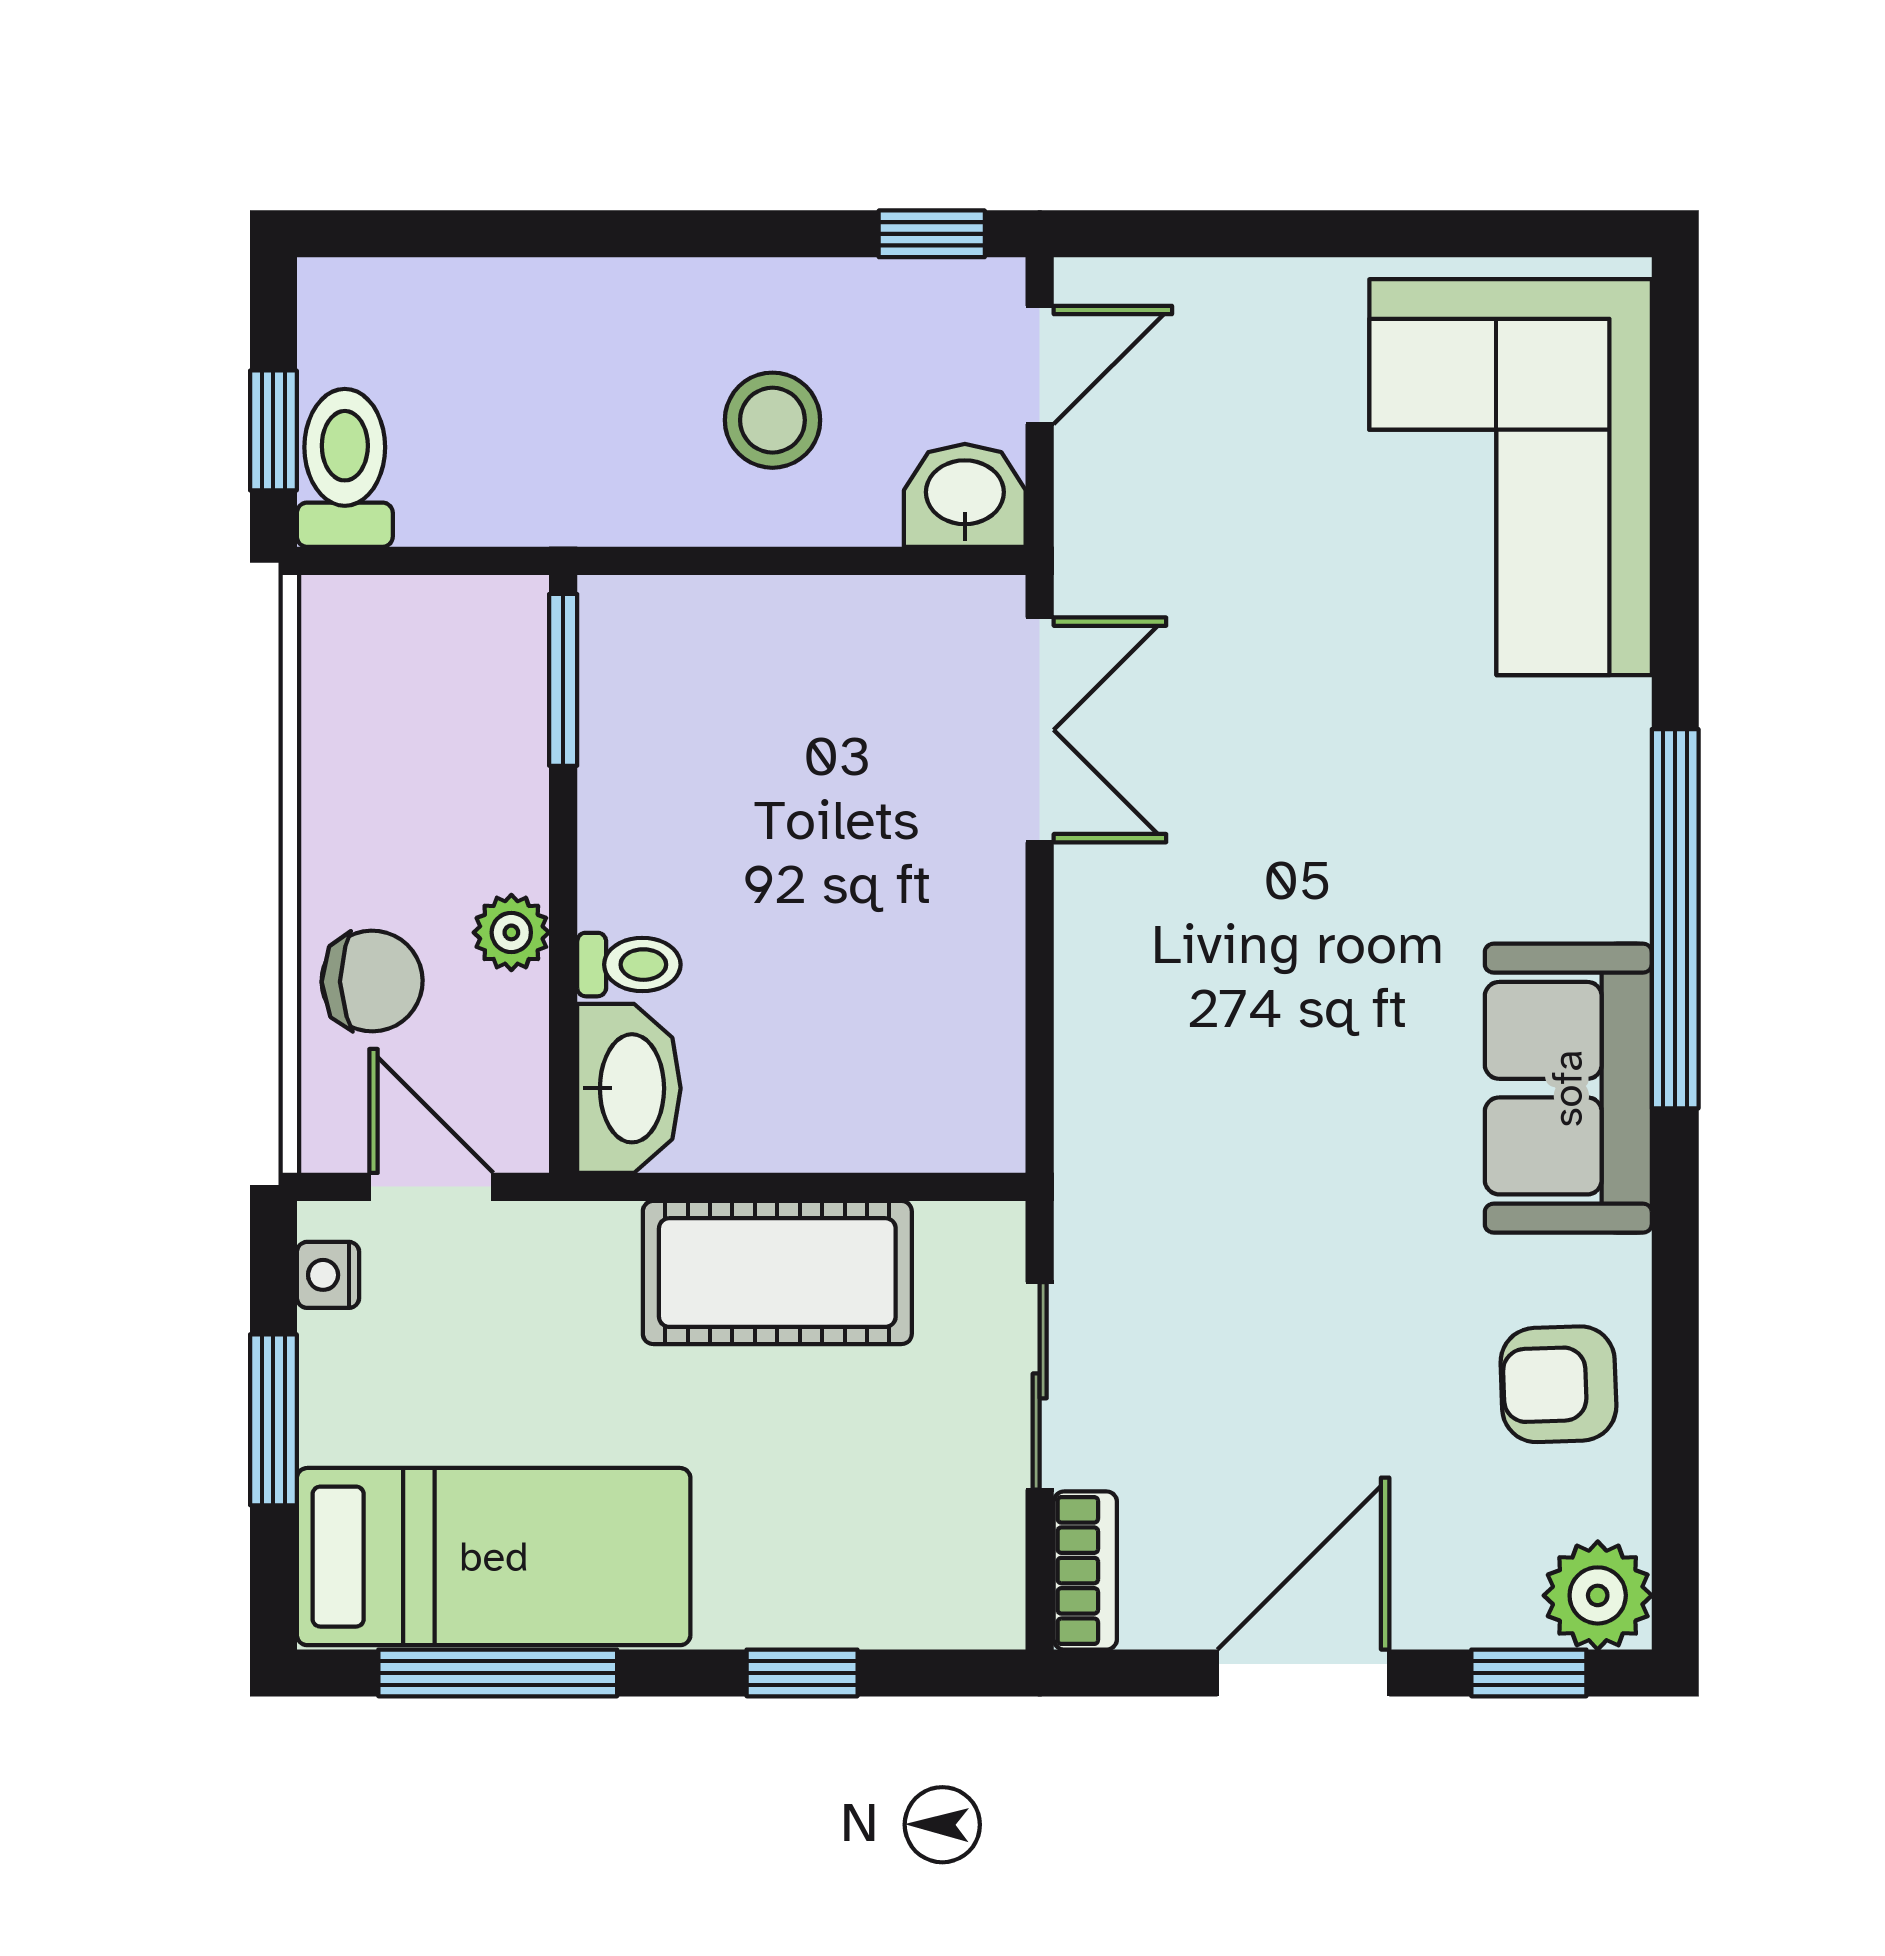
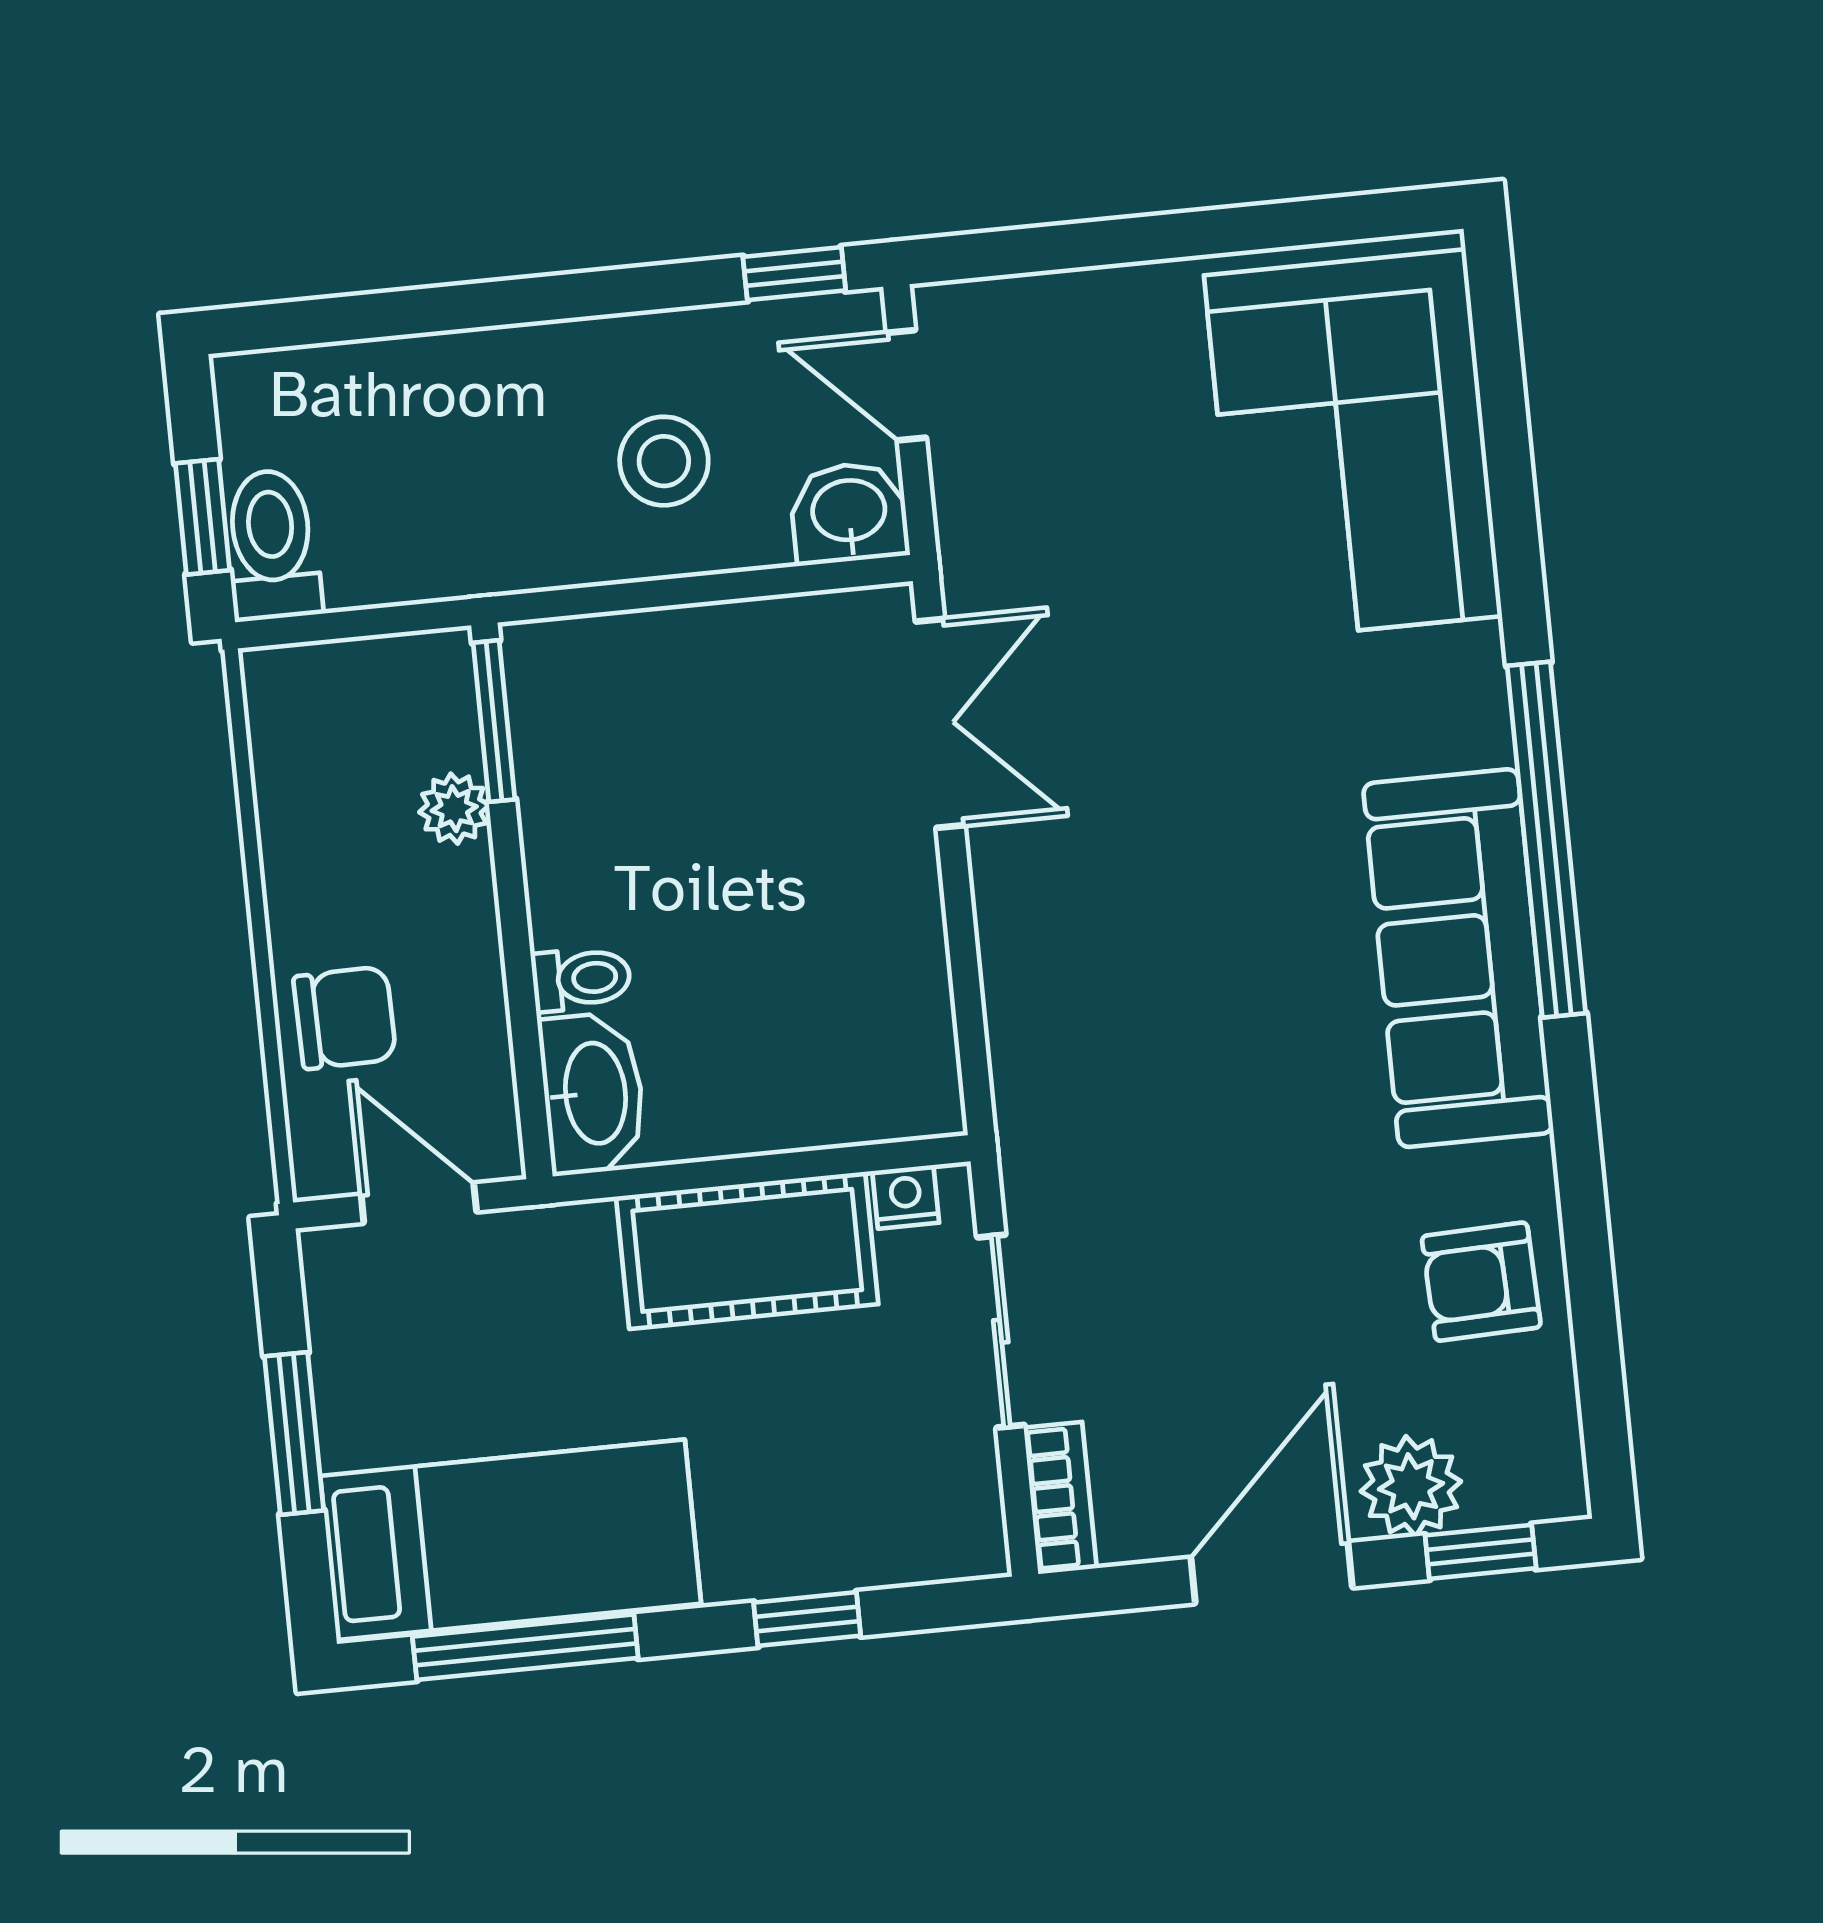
door: (1040, 365) -> (906, 385), swing flipped
plant: (511, 932) -> (454, 809), moved
sofa: (1568, 1088) -> (1458, 958), width x1.36
nightstand: (328, 1275) -> (906, 1197), moved, turned 90
plant: (1598, 1595) -> (1411, 1486), moved

